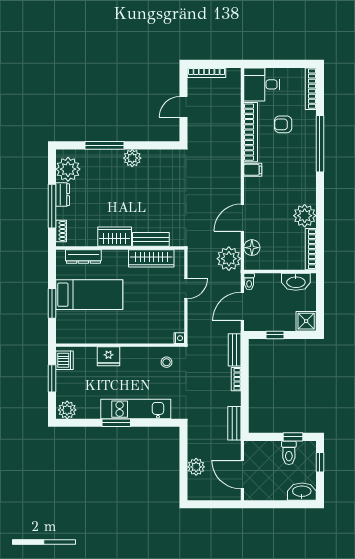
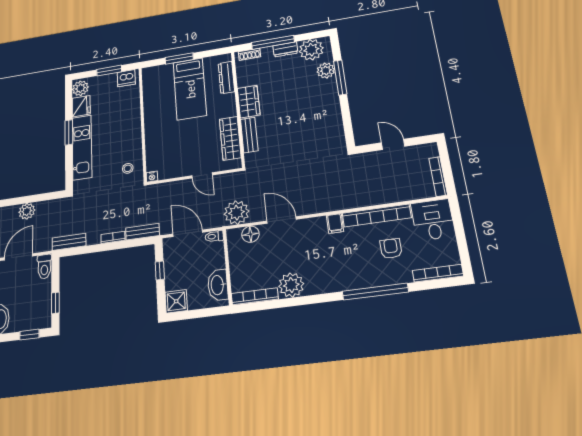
bookcase: (207, 73) -> (438, 177), moved
plant: (132, 158) -> (326, 71), moved
fridge: (108, 356) -> (81, 106), moved, turned 180
toilet: (289, 453) -> (44, 267), moved, turned -90

